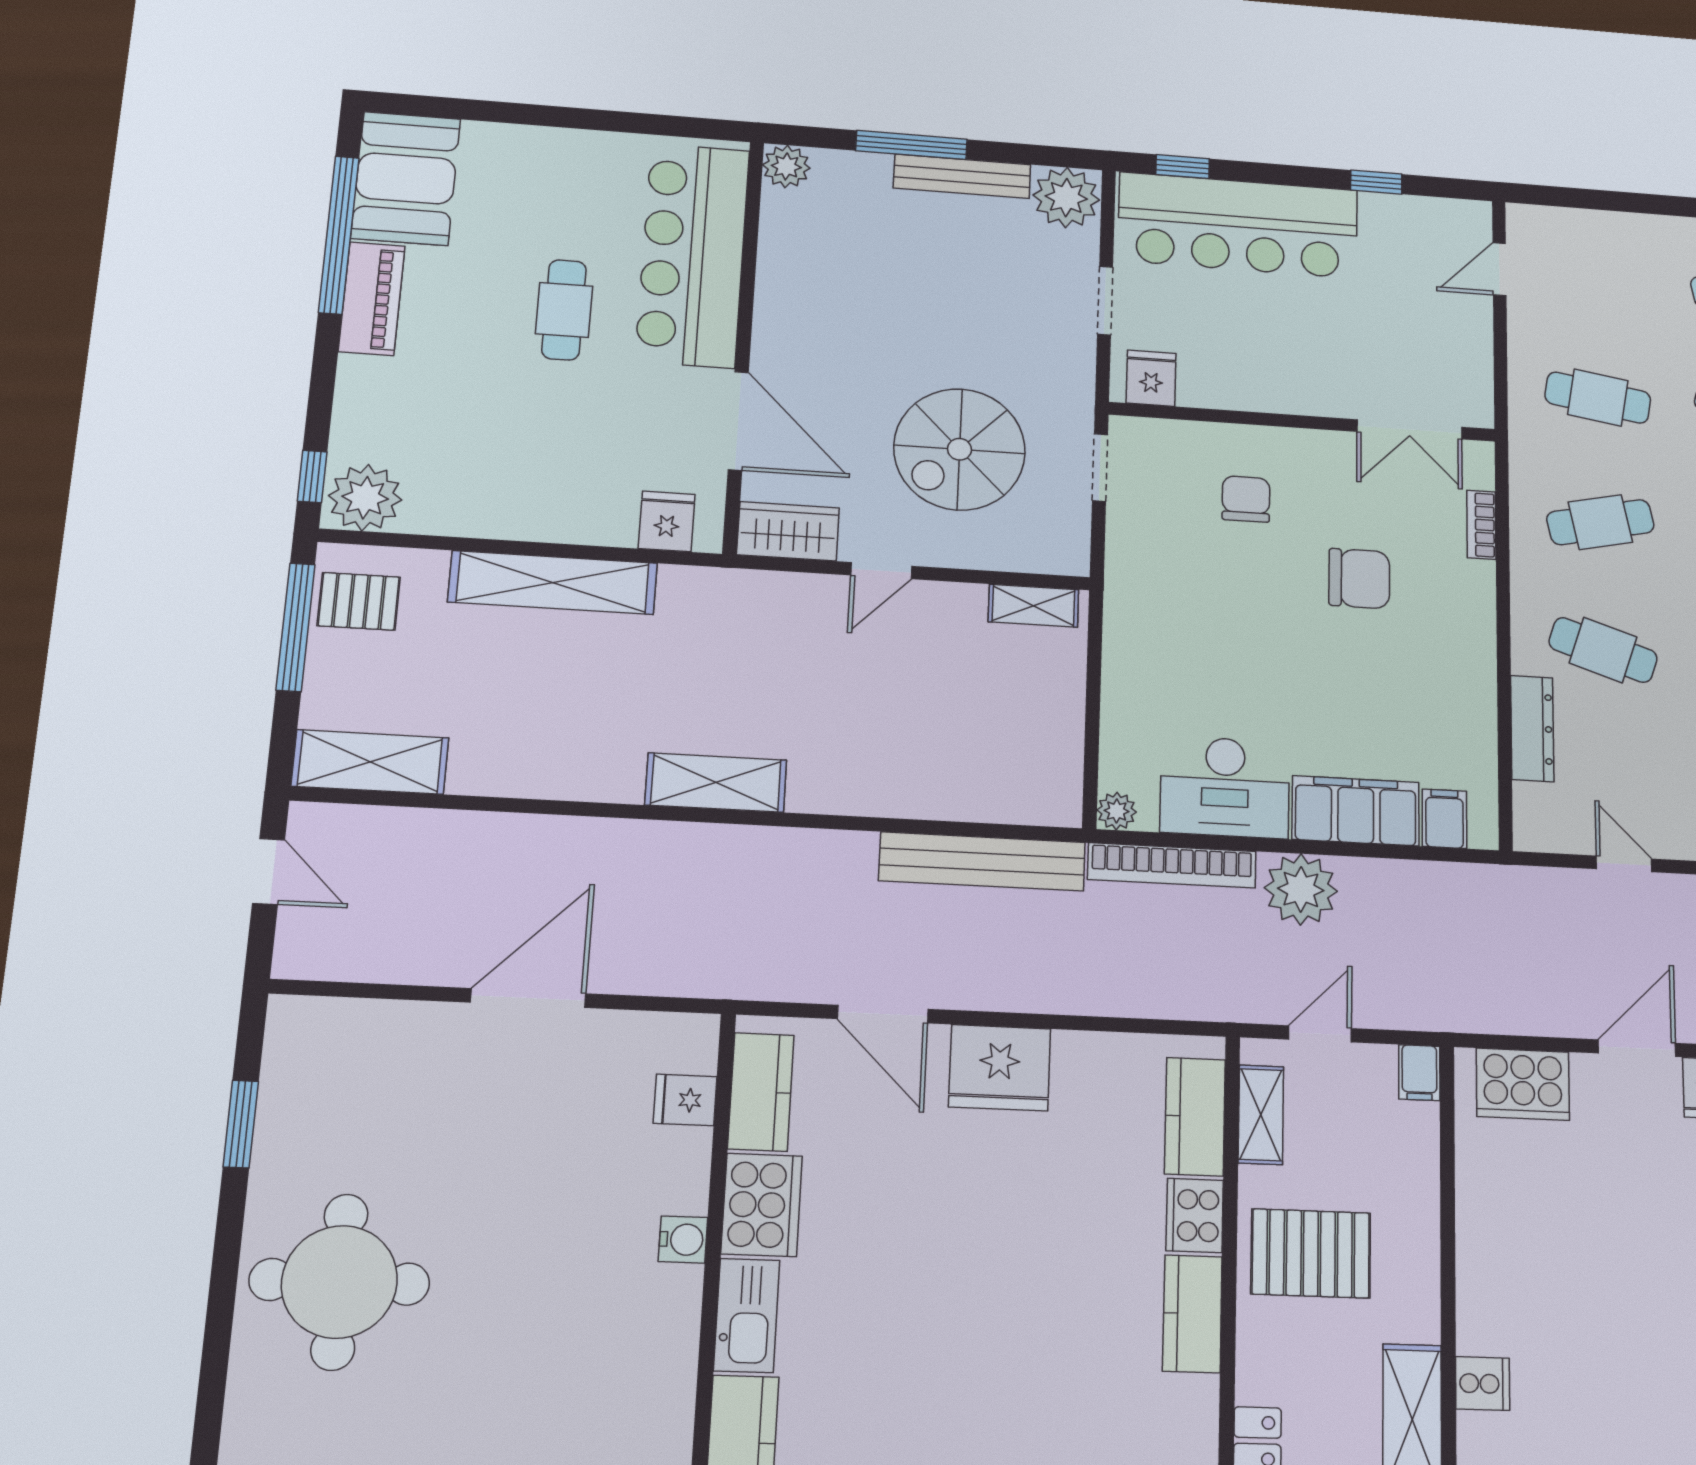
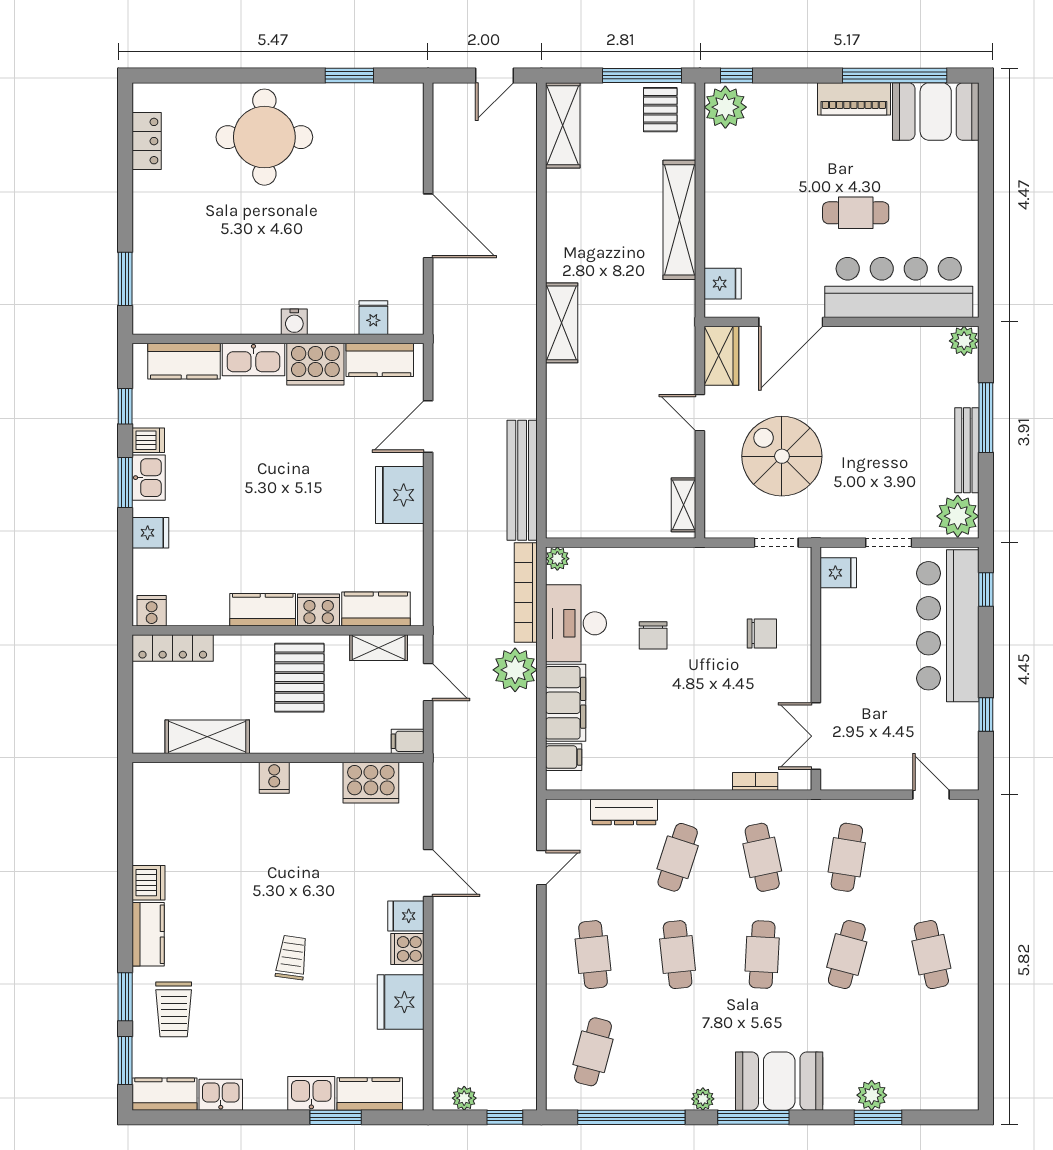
chair: (1359, 579) -> (653, 635), moved, width x0.73, depth x0.73
cooker: (1523, 1084) -> (371, 783), moved, turned -90
cooker: (1483, 1384) -> (274, 778), moved

